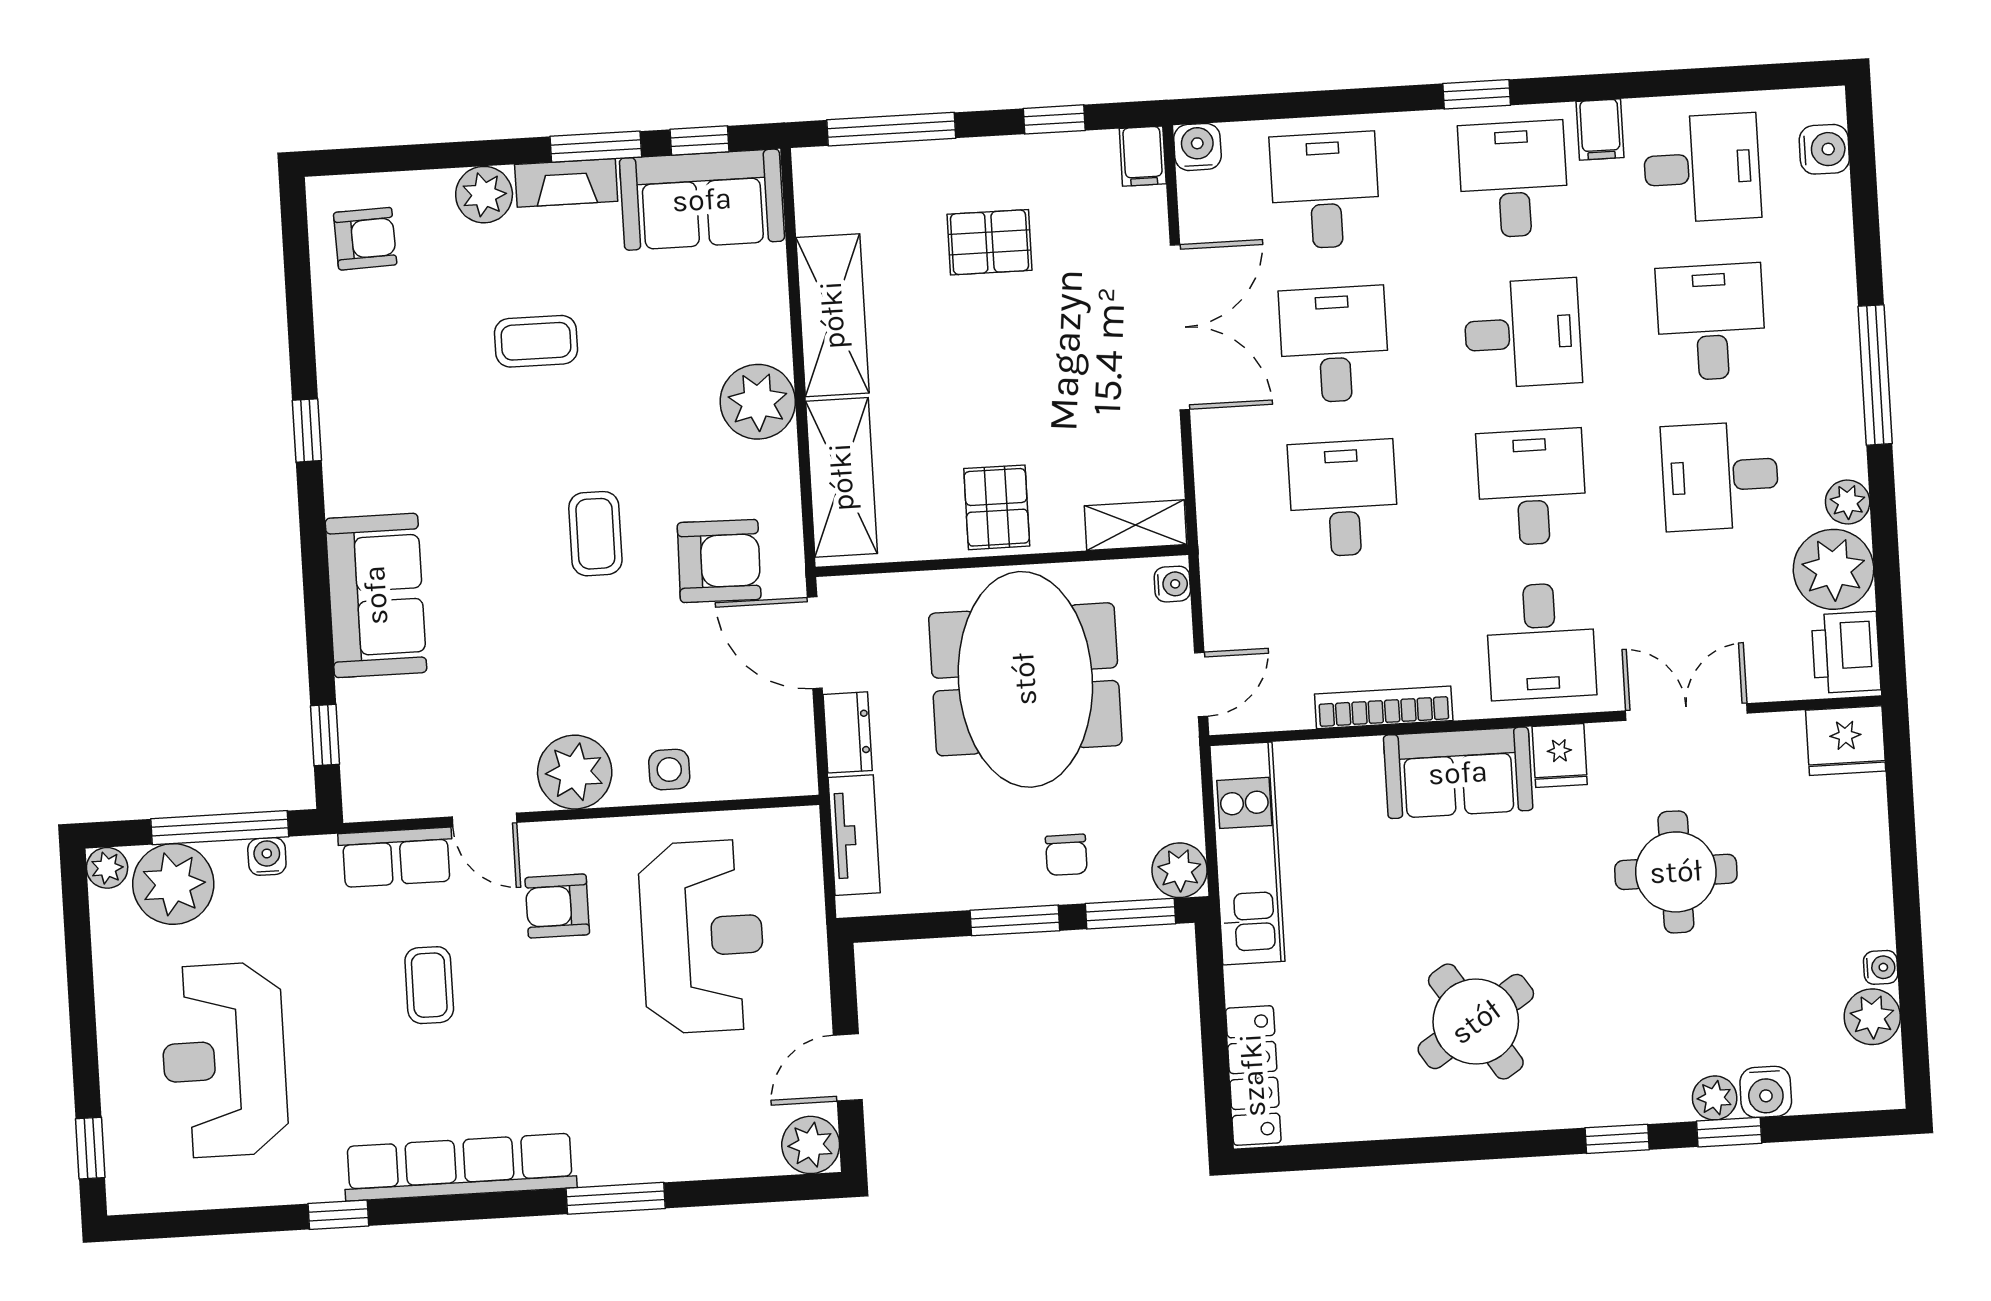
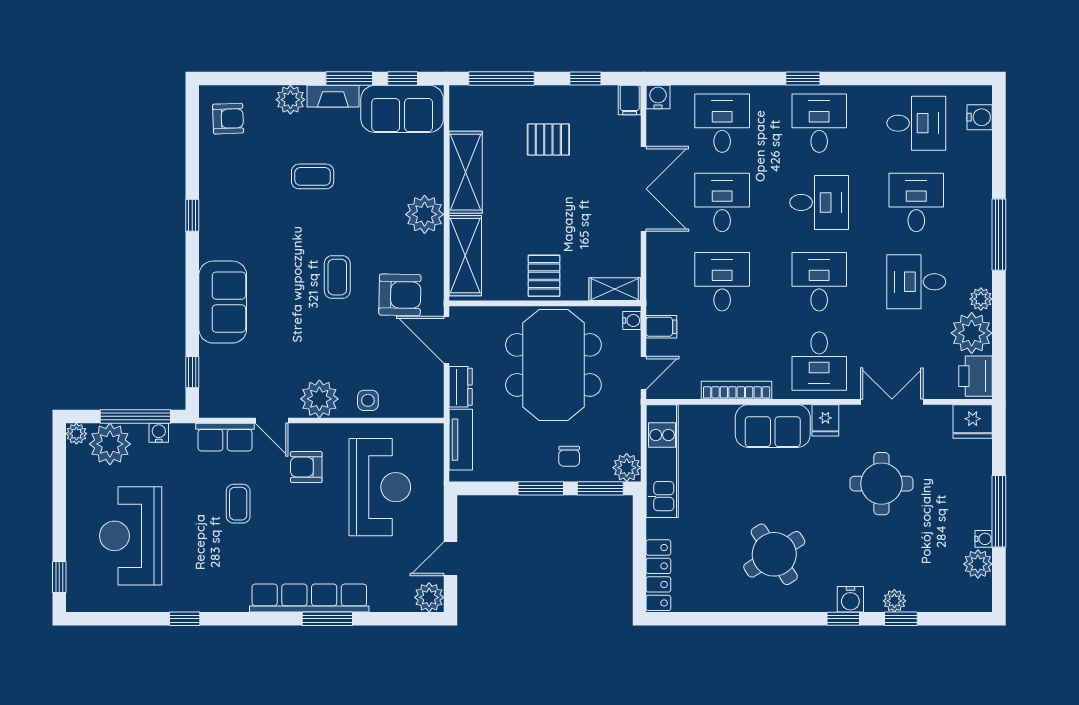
filing cabinet: (1600, 130) -> (661, 327), moved, turned -90
window: (1907, 912) -> (999, 511), added
water cooler: (1766, 1092) -> (850, 599), moved
row of seats: (460, 1167) -> (309, 598), moved

